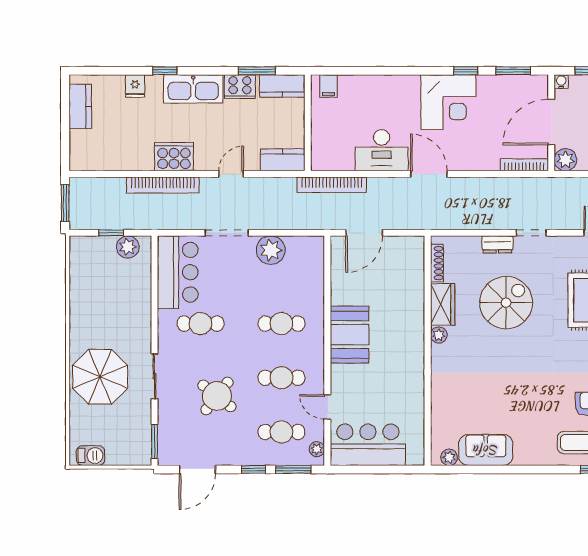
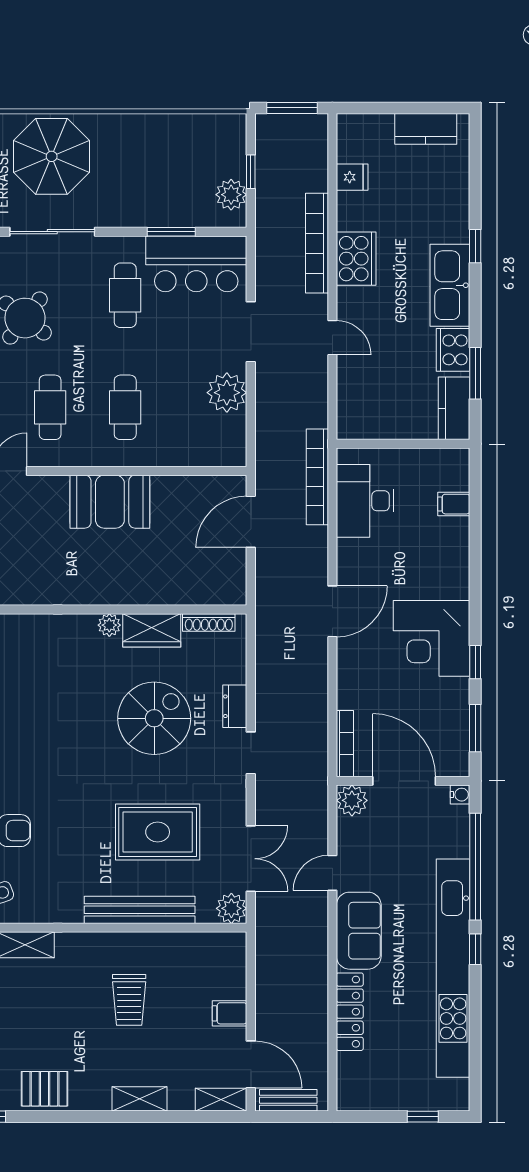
fridge: (135, 86) -> (352, 177), moved, turned 180
filing cabinet: (329, 86) -> (454, 504), moved
desk: (382, 150) -> (365, 501), moved
kitchen counter: (283, 160) -> (352, 409), removed
door: (364, 233) -> (251, 522), hinge flipped
window: (155, 290) -> (171, 232), added
spiral stairs: (506, 303) -> (154, 718), turned -90
sliding door: (155, 376) -> (52, 232), width x1.37

